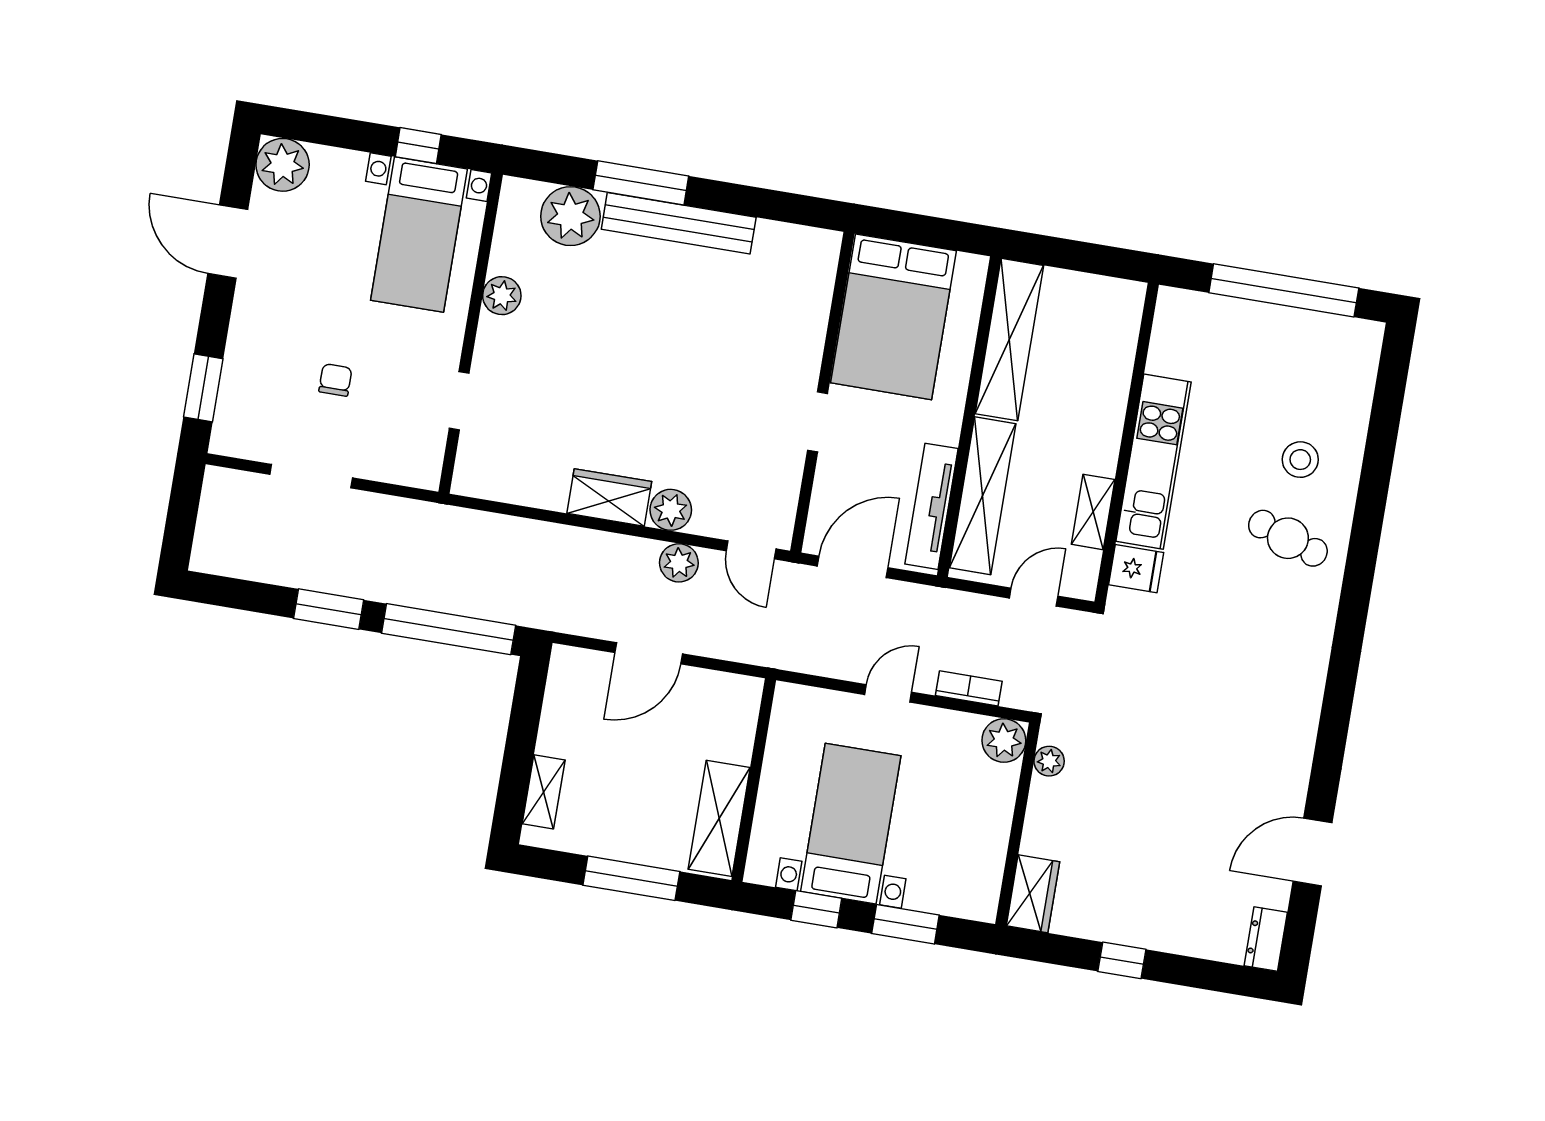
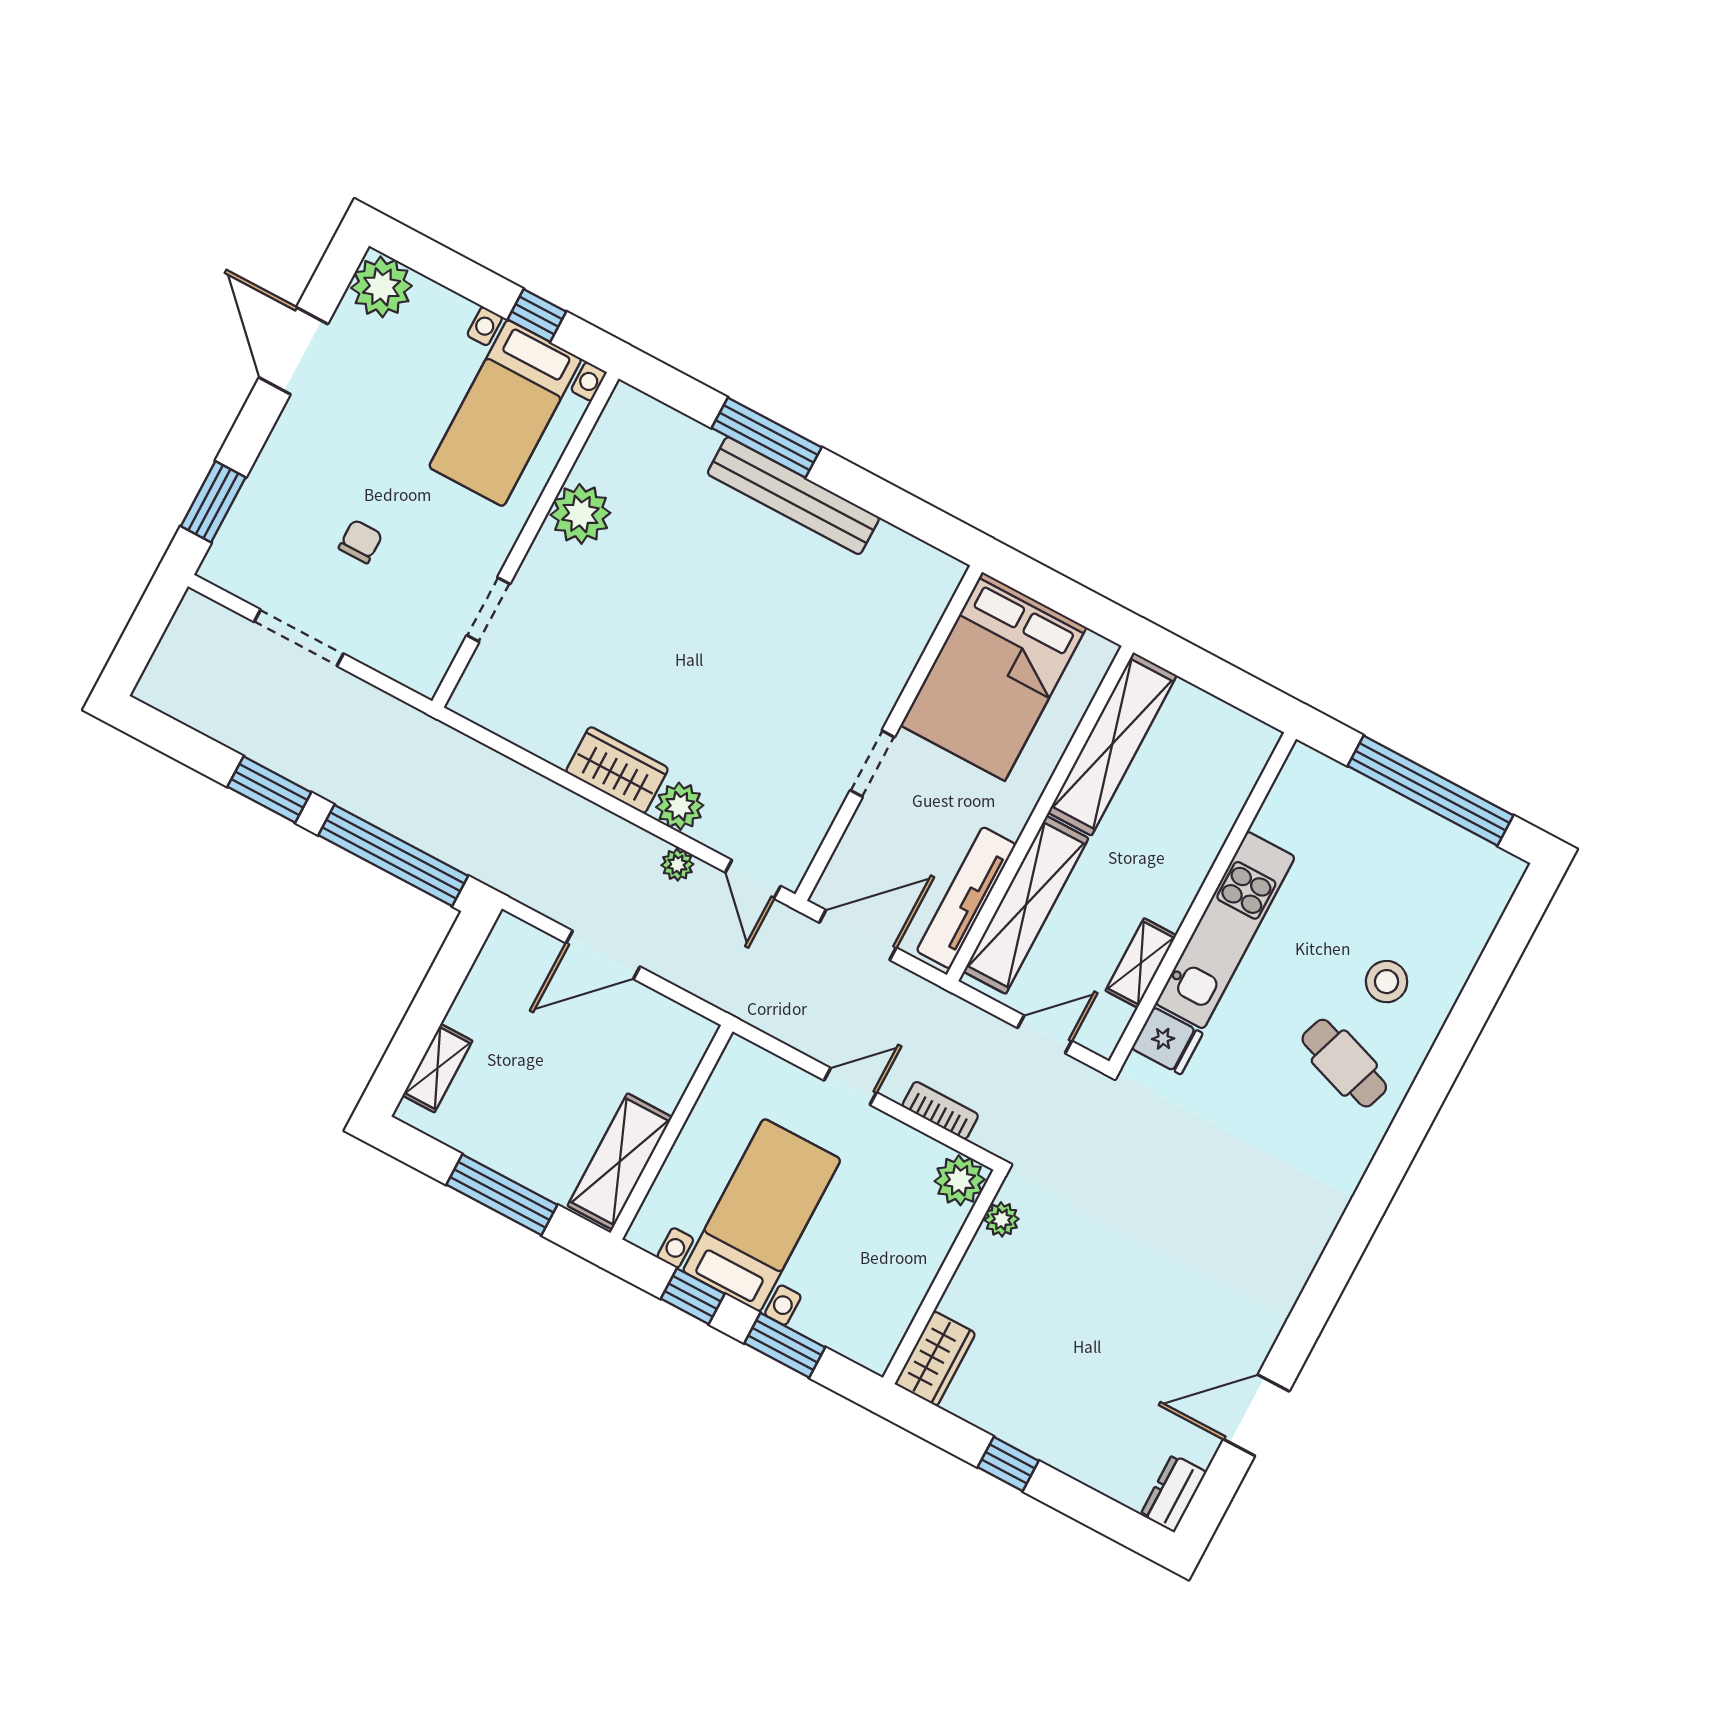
plant: (570, 216) -> (678, 448), removed
plant: (502, 296) -> (580, 514), width x1.36, depth x1.36
plant: (679, 563) -> (677, 865), width x0.73, depth x0.73

